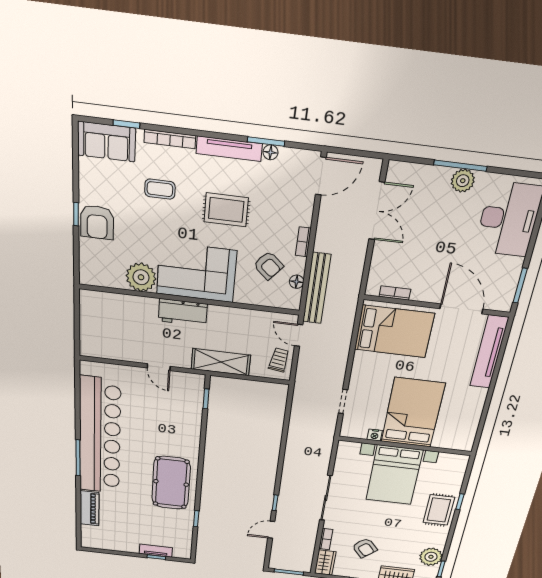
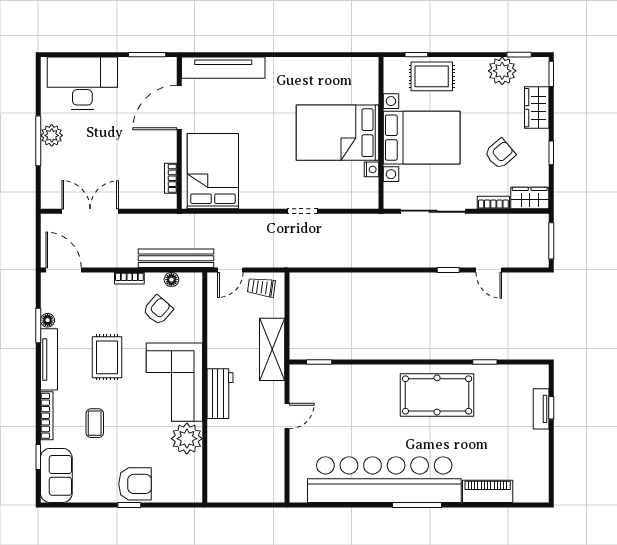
bed: (413, 413) -> (338, 133), moved
nightstand: (375, 435) -> (371, 169), moved
wall: (405, 446) -> (381, 133), moved
bed with nightstands: (394, 475) -> (422, 138), moved

